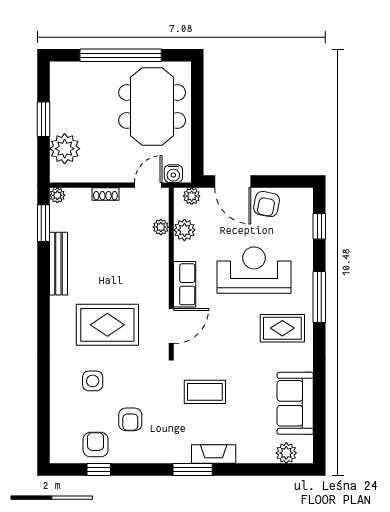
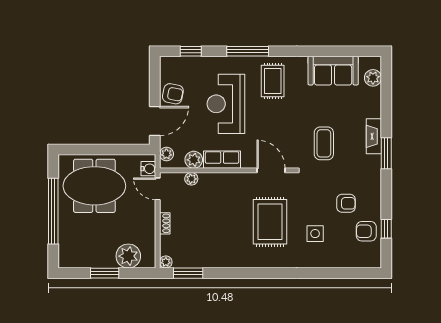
bench: (58, 264) -> (221, 261), removed
row of seats: (185, 284) -> (222, 160), moved

